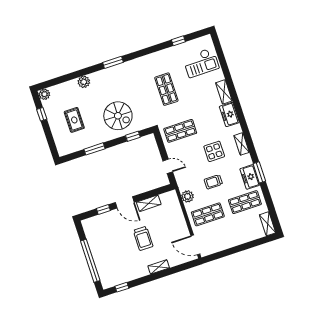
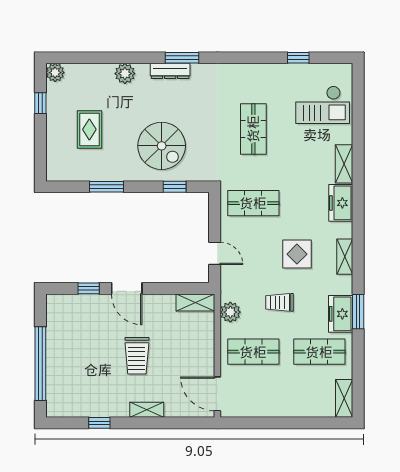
dresser: (109, 72) -> (170, 71), added
shelving: (149, 203) -> (195, 303), moved
window: (122, 287) -> (99, 423), moved

